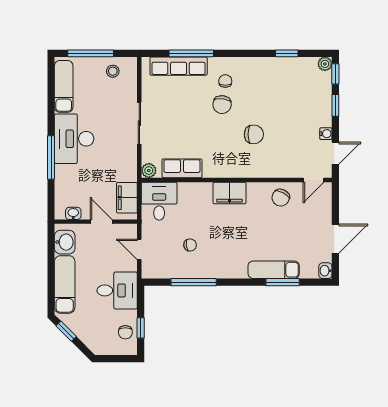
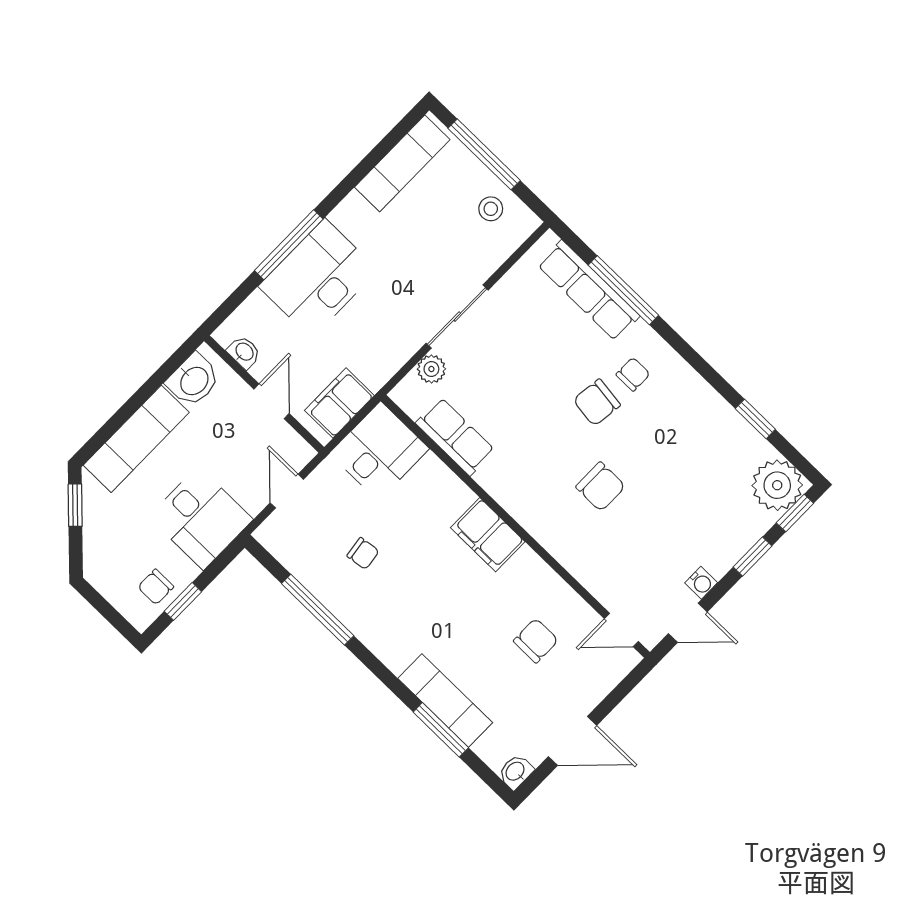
plant: (325, 64) -> (777, 485), width x1.88, depth x1.88
desk: (74, 139) -> (318, 278), moved
plant: (149, 171) -> (431, 369), moved
chair: (281, 198) -> (536, 641), moved, turned 152

